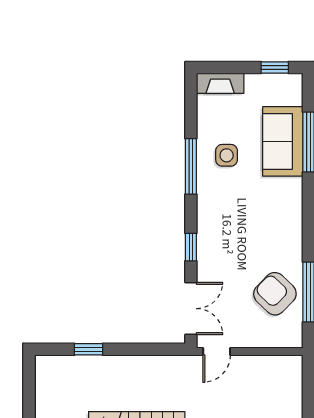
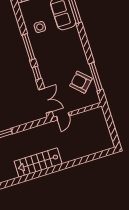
window: (191, 166) -> (29, 47), moved

